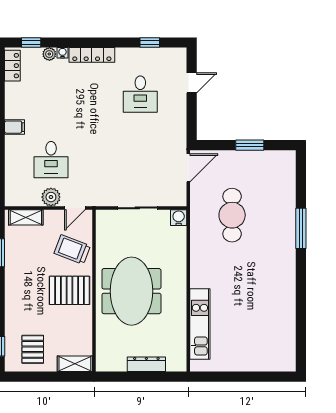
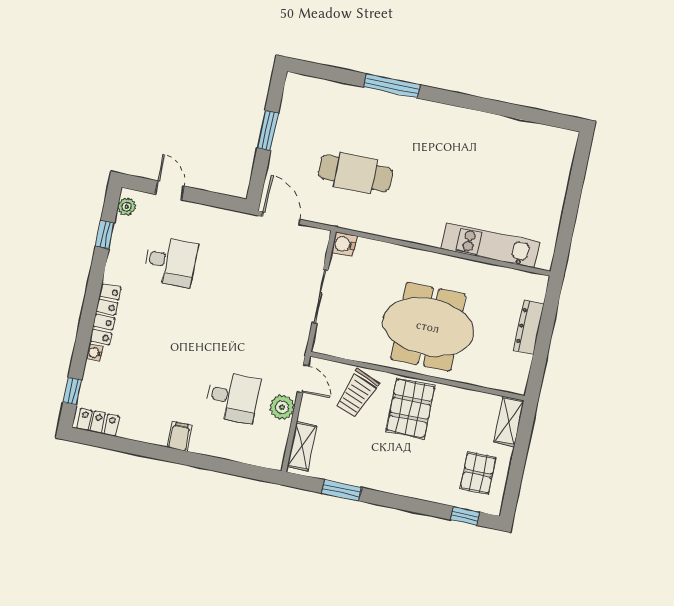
plant: (49, 54) -> (127, 207), moved
pallet: (33, 349) -> (478, 473), turned 90

